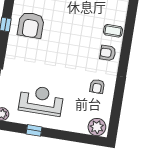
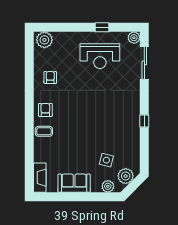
armchair: (31, 25) -> (121, 124), removed
armchair: (108, 53) -> (45, 110), turned -90

